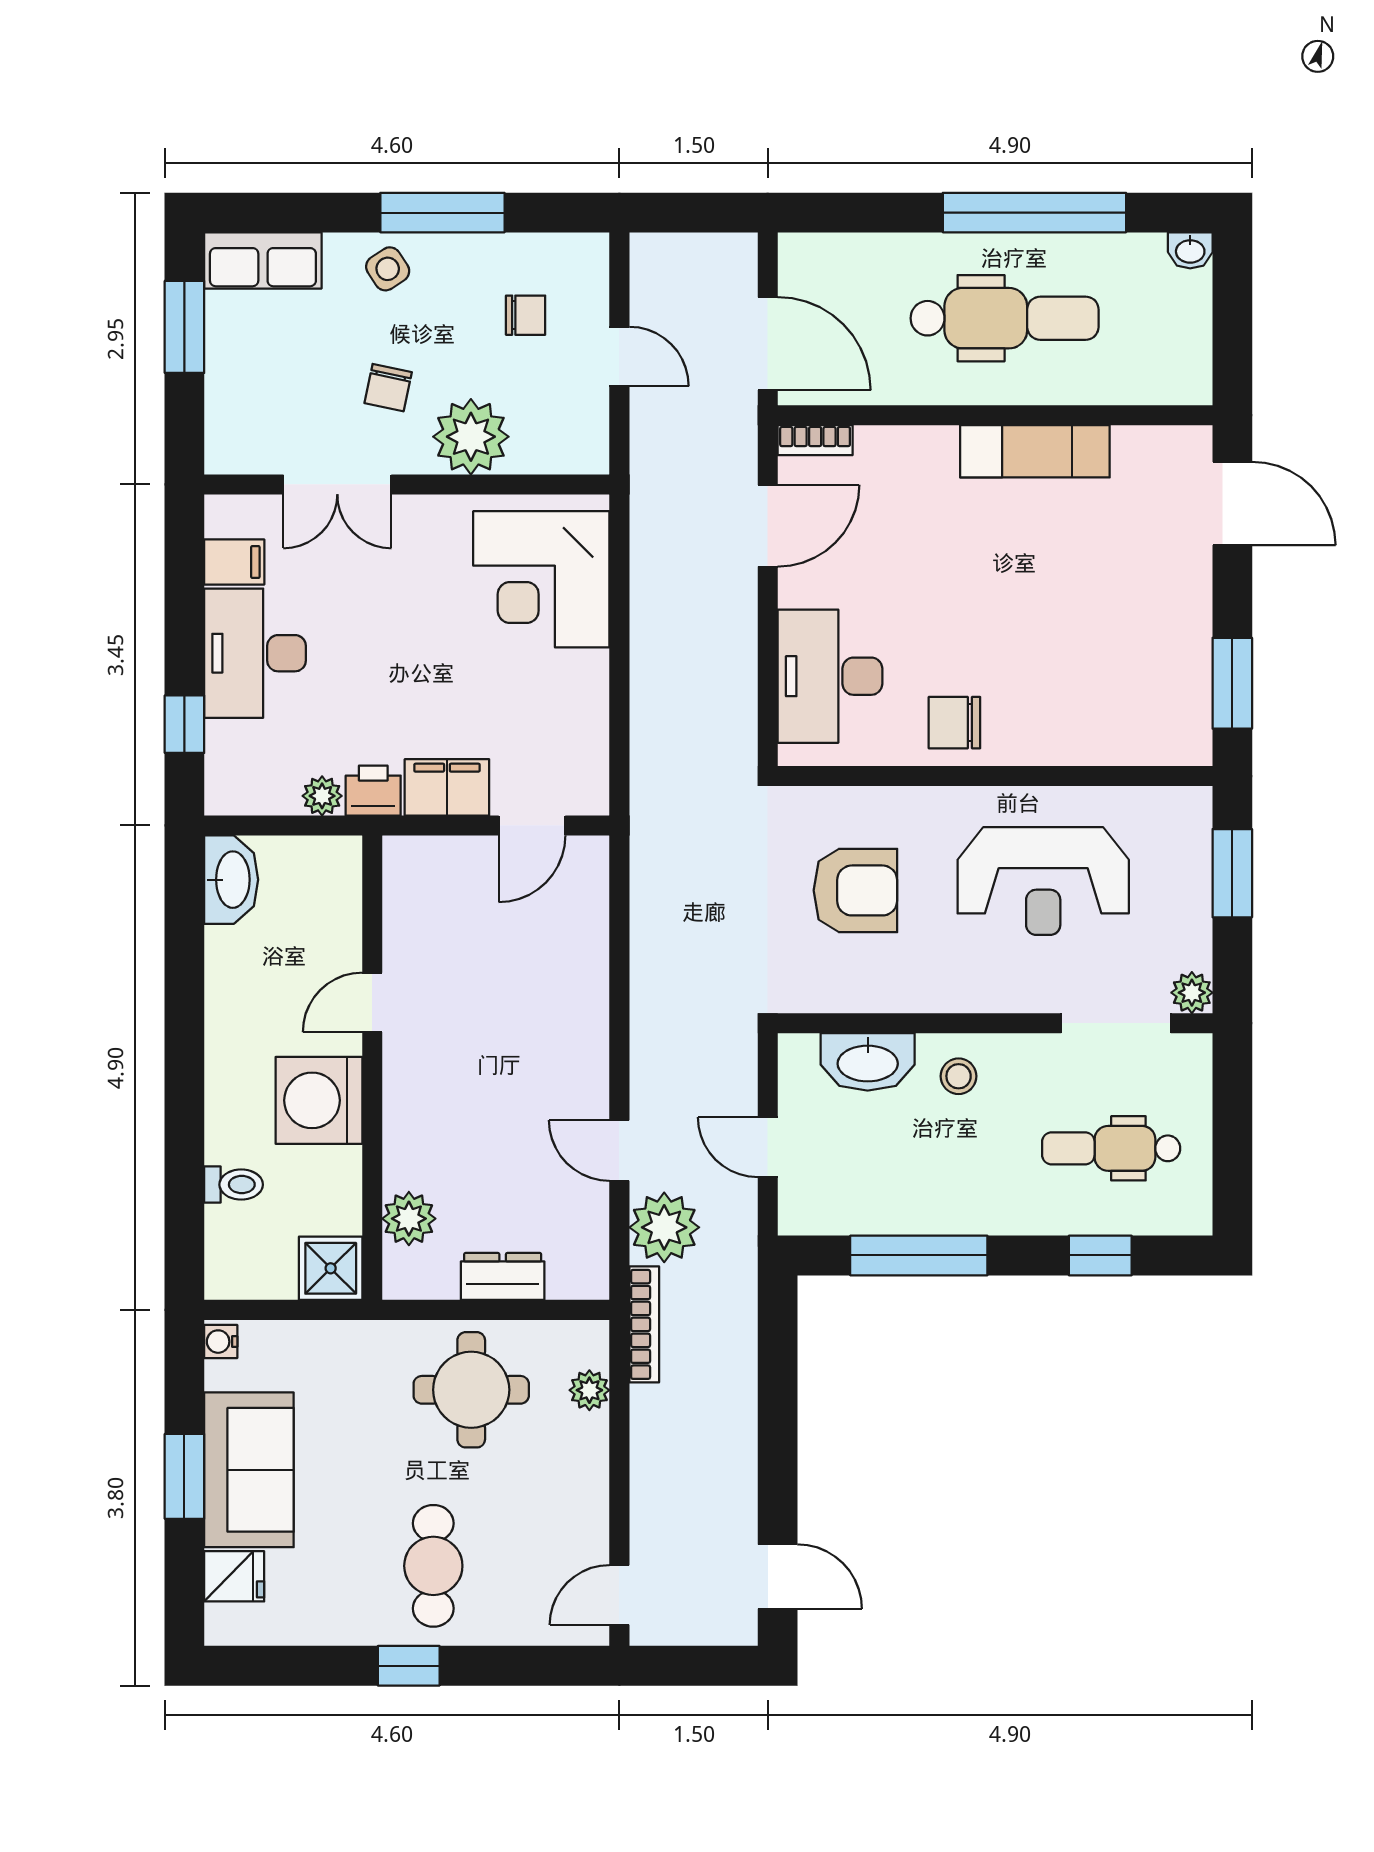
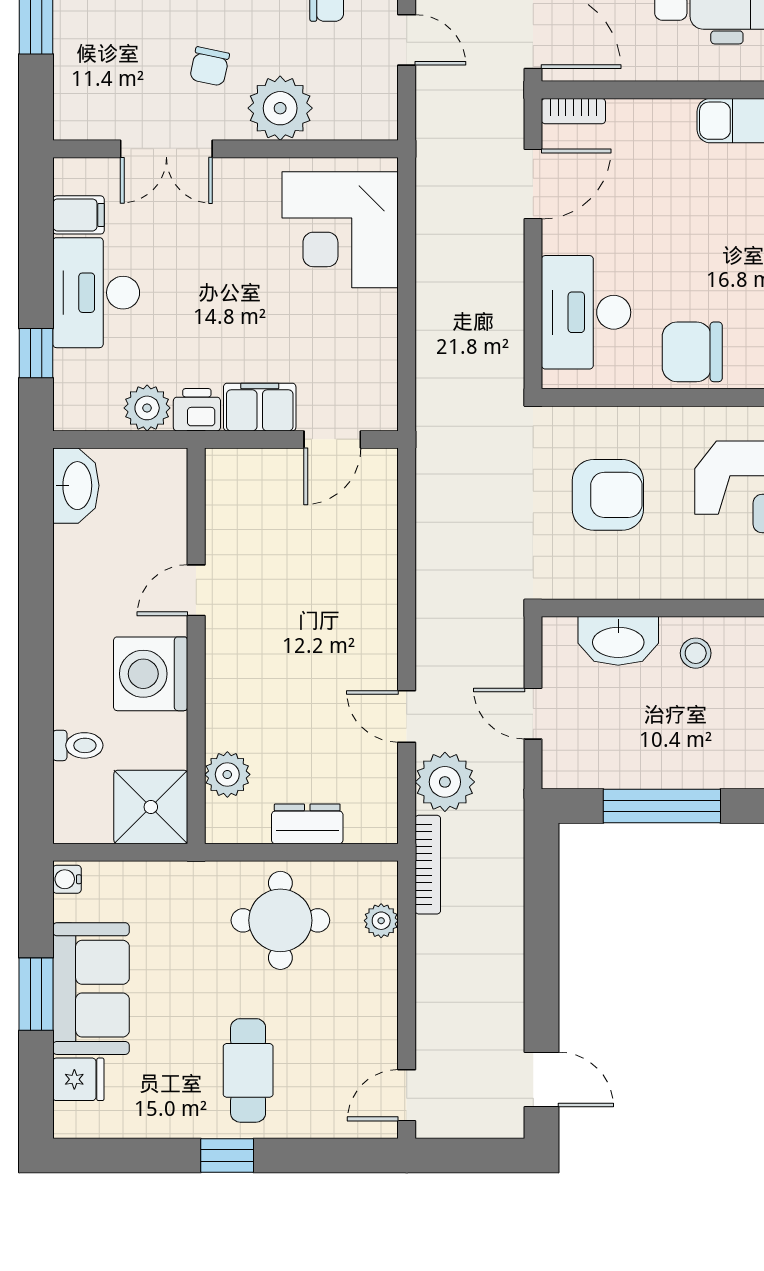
chair: (954, 723) -> (692, 352), width x1.37, depth x1.37
plant: (322, 796) -> (147, 408), width x1.38, depth x1.38
shower: (331, 1268) -> (151, 807), width x1.36, depth x1.36

